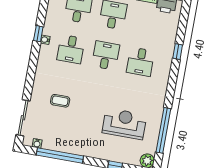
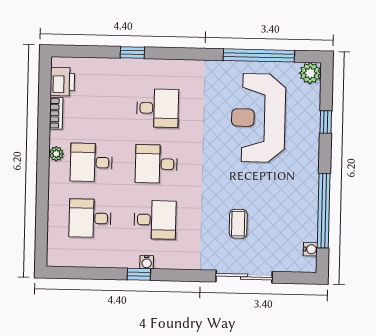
sliding door: (23, 118) -> (244, 277), moved
reception desk: (124, 124) -> (258, 118), width x1.36, depth x1.30

